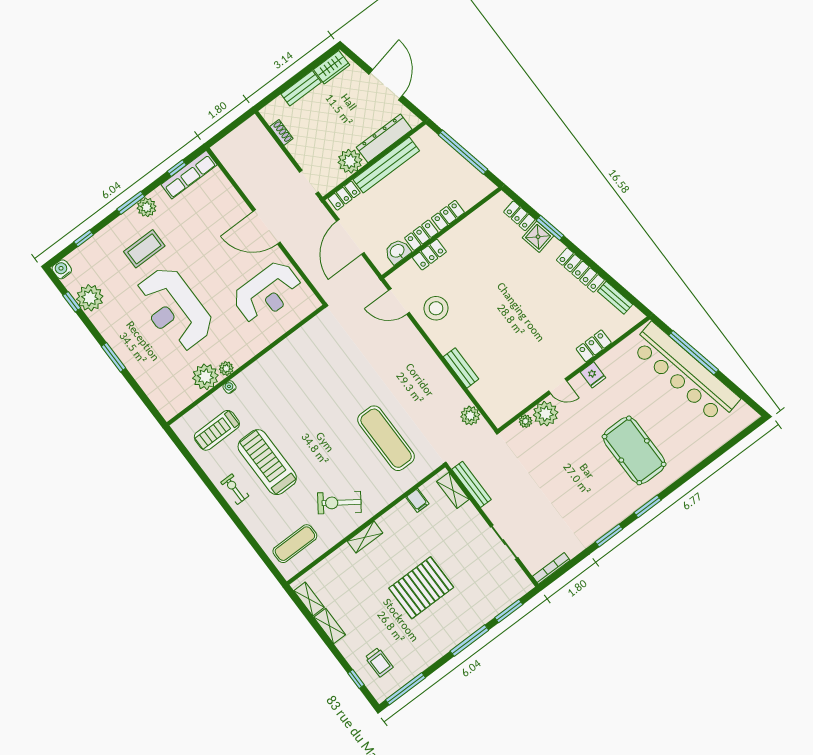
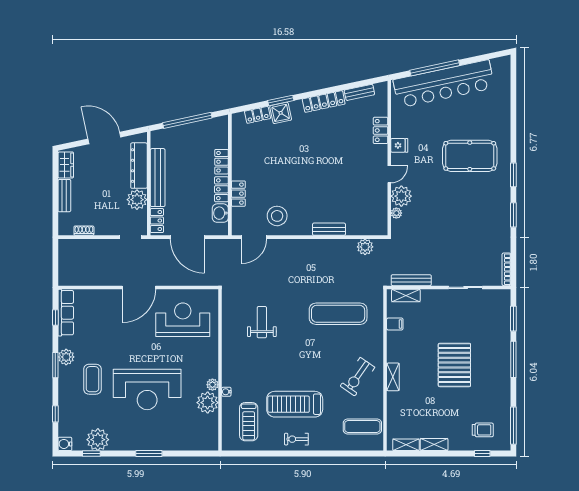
reception desk: (267, 293) -> (183, 320), turned -90
weight bench: (322, 371) -> (262, 322), added
exercise mat: (295, 544) -> (362, 426), turned 90

